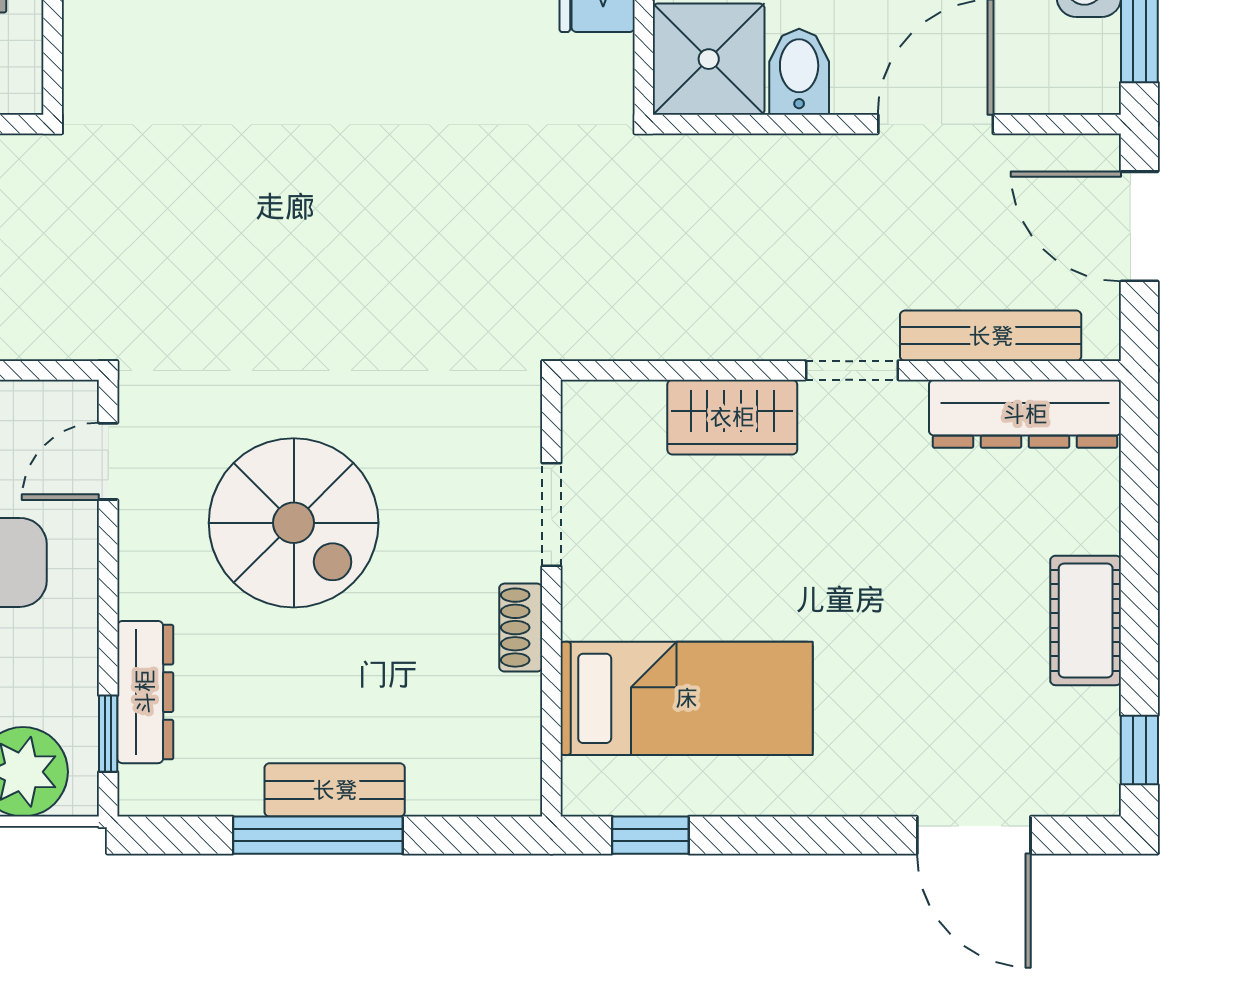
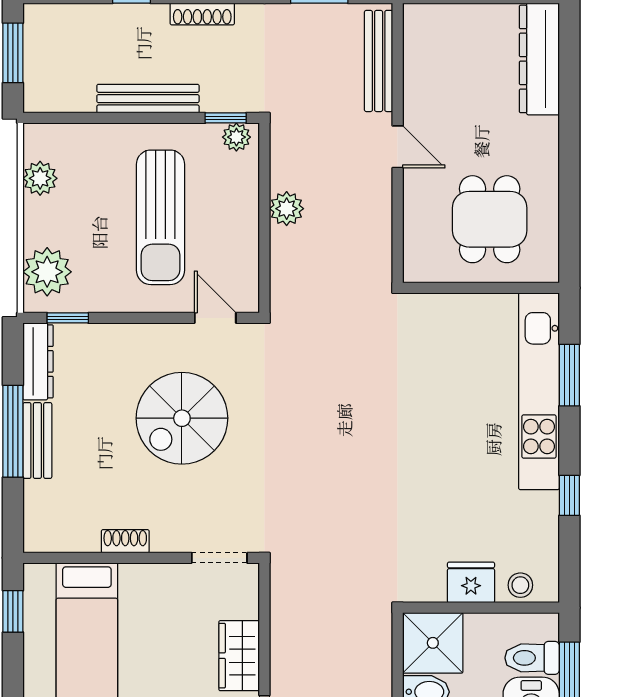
doorway: (551, 514) -> (219, 558), moved
dresser: (145, 692) -> (38, 361), moved, turned -90

